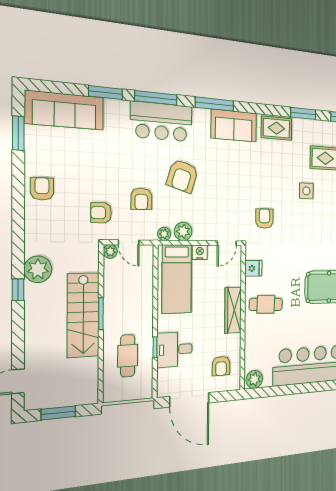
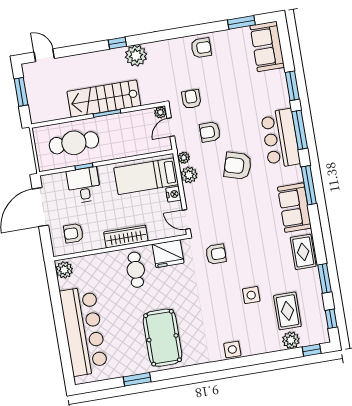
sofa: (65, 110) -> (267, 46), width x0.73
fridge: (253, 268) -> (168, 254), width x1.88, depth x1.34
cafe table: (128, 356) -> (74, 143), width x1.37, depth x1.35

